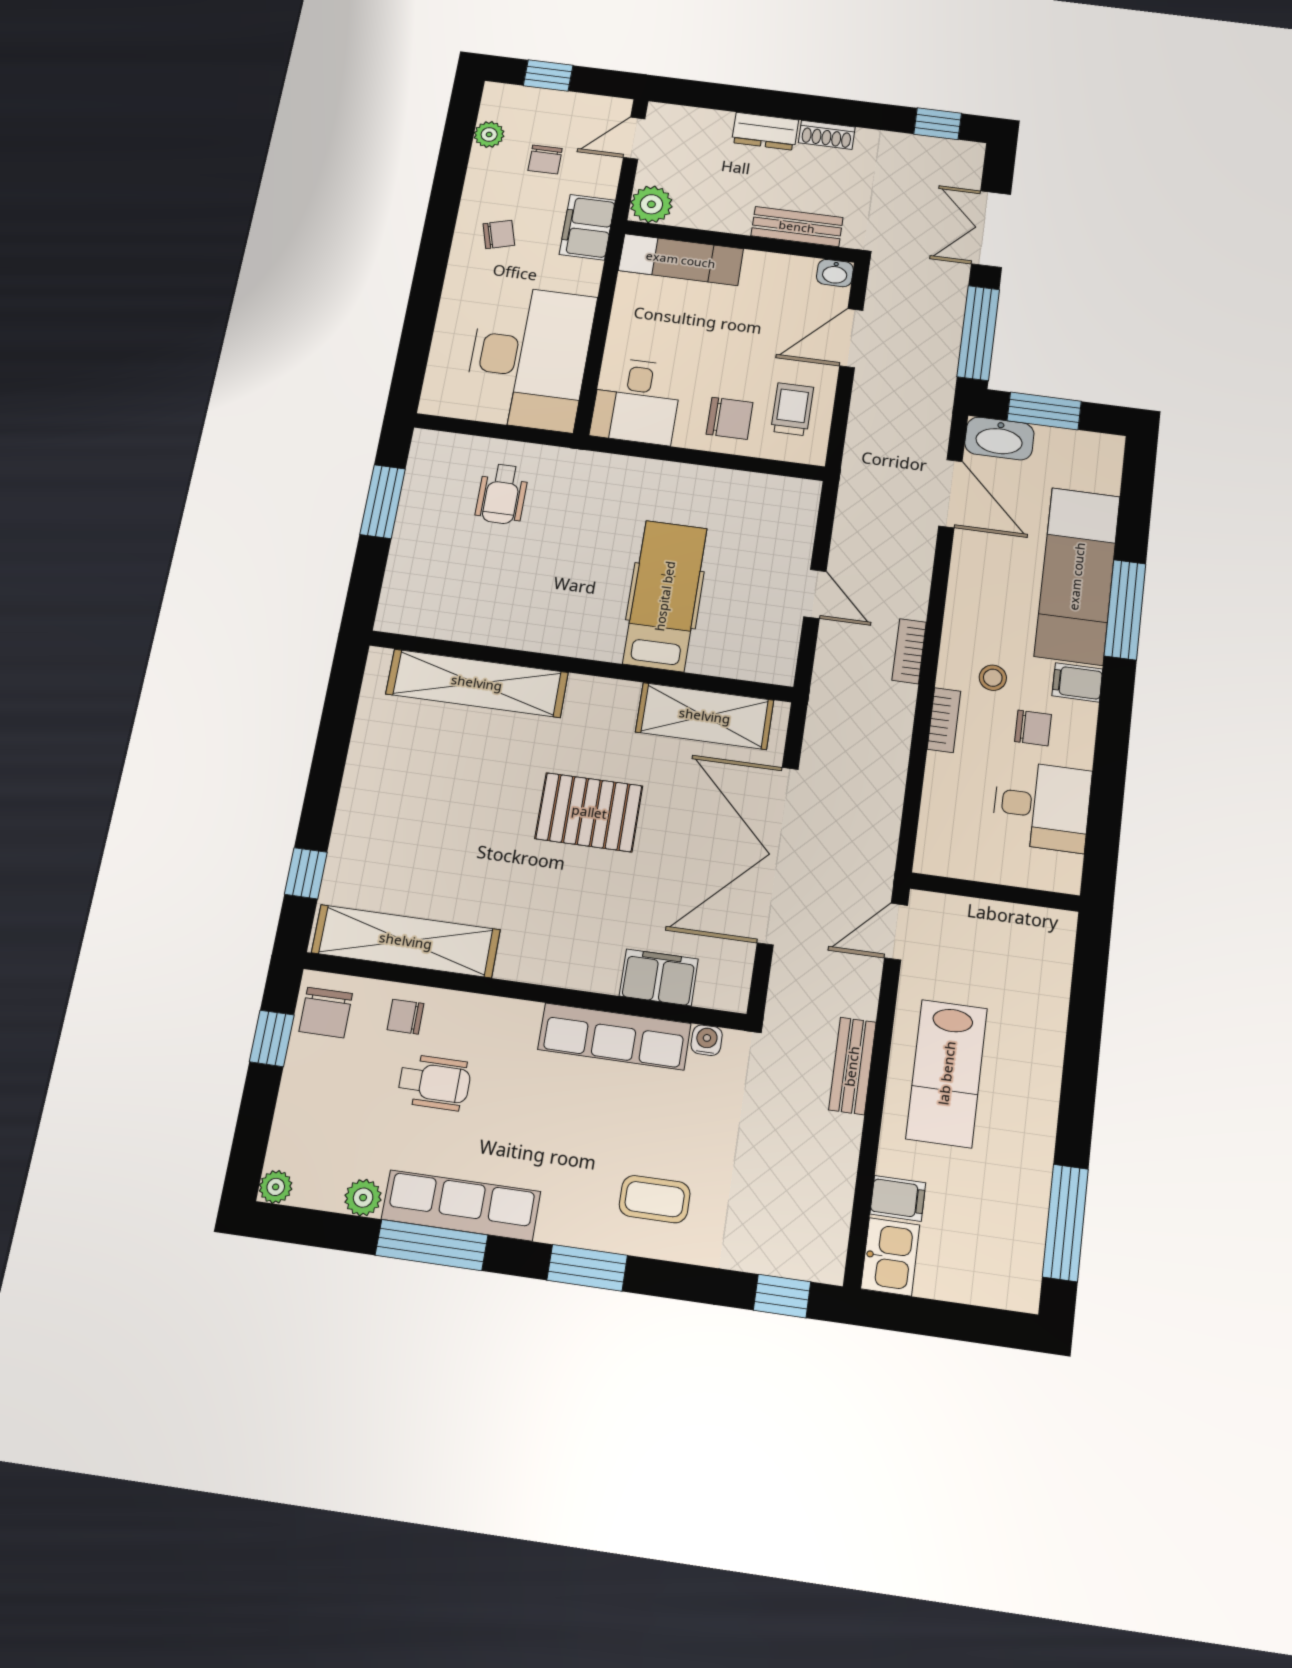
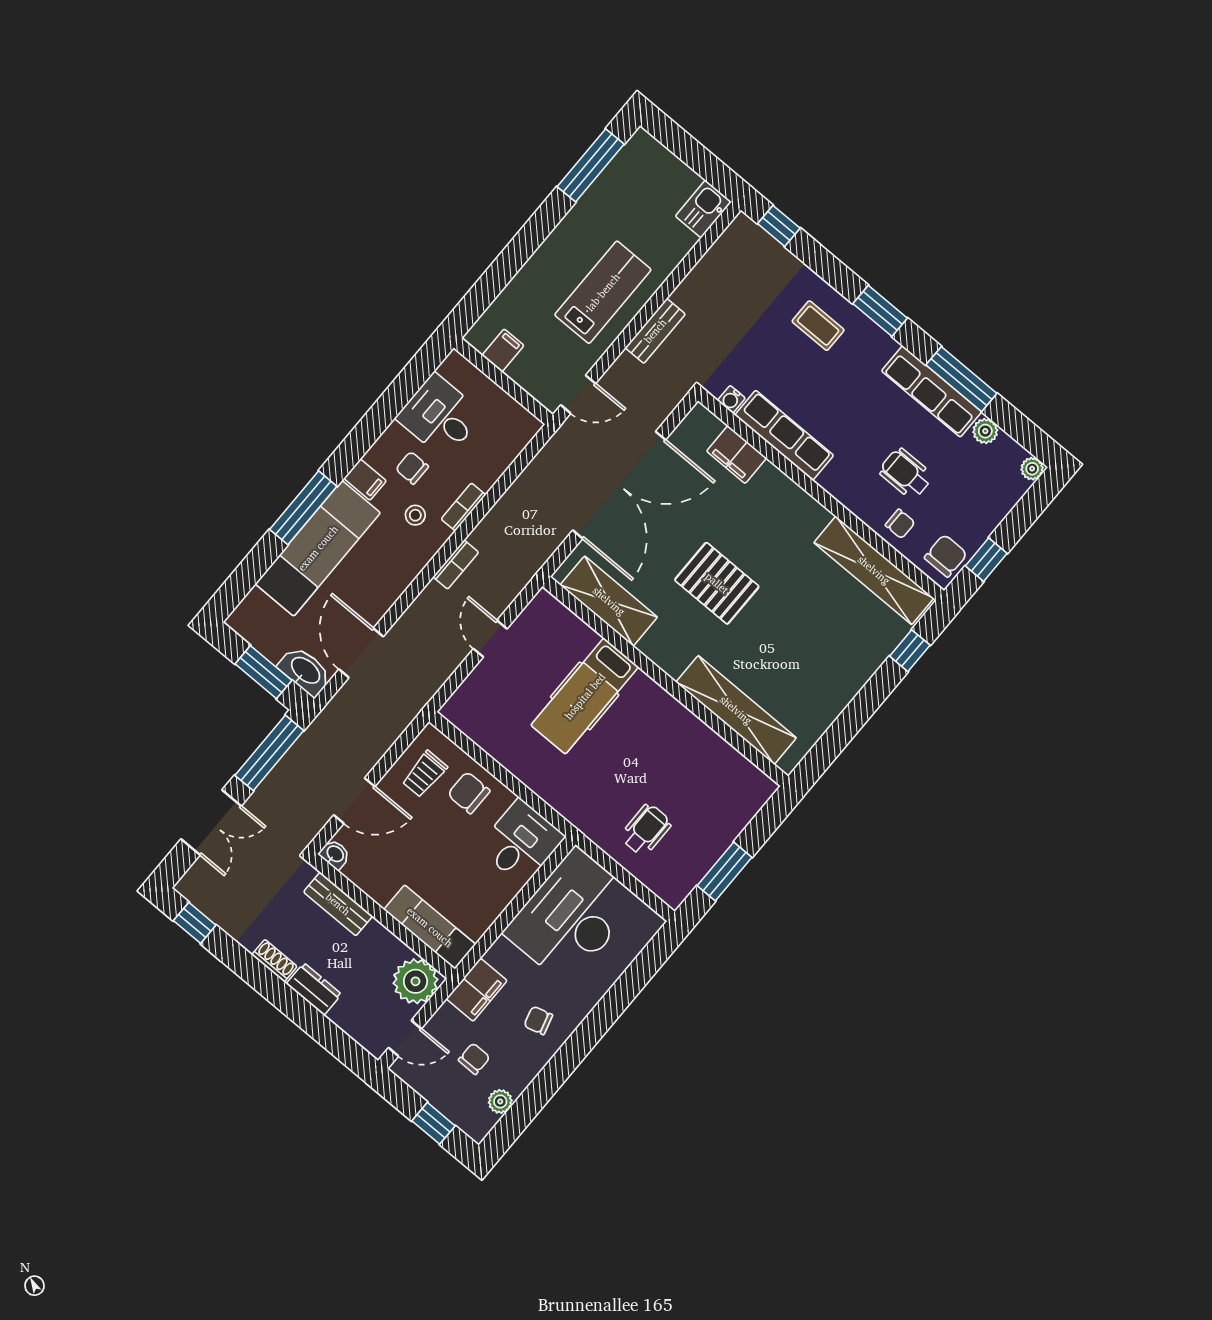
plant: (651, 204) -> (415, 981), width x1.36, depth x1.36
filing cabinet: (898, 1198) -> (503, 350), moved, turned 90

